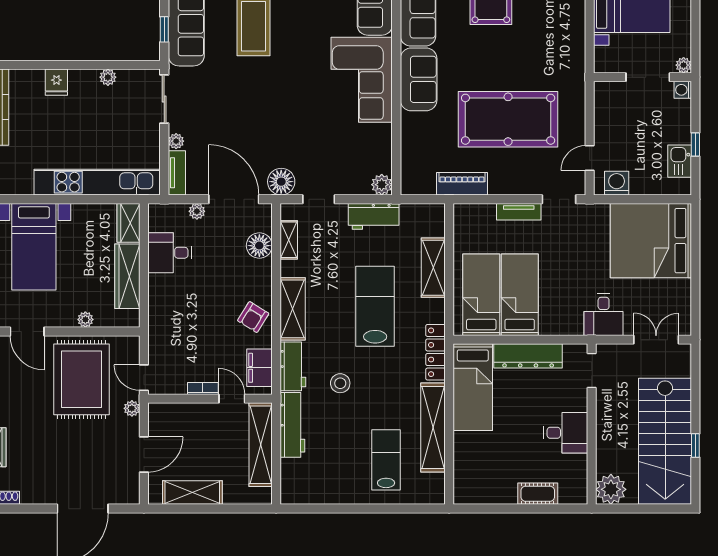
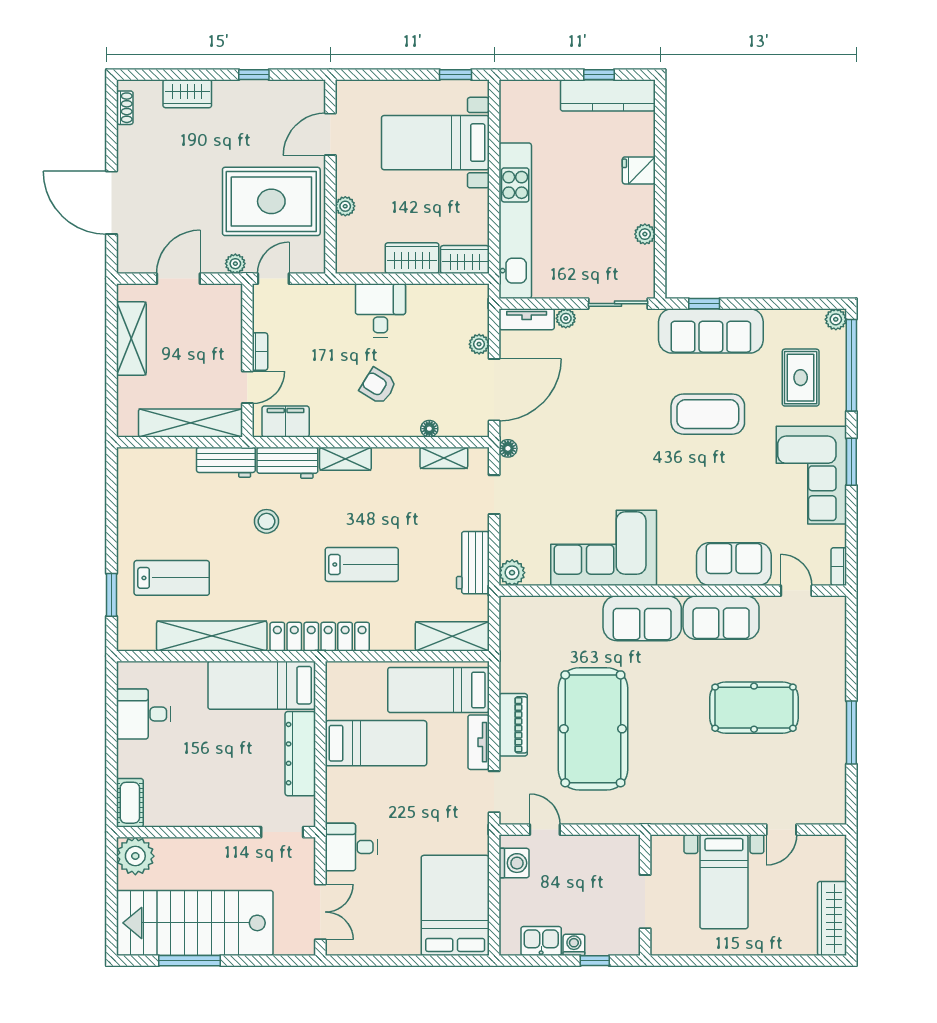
plant: (684, 65) -> (660, 946), removed
corner sofa: (362, 80) -> (604, 548), moved
washing machine: (683, 90) -> (574, 945), moved
window: (695, 144) -> (595, 961), moved
floor lamp: (281, 182) -> (508, 448), width x0.53, depth x0.53
piano: (462, 184) -> (513, 725), moved
bed: (651, 241) -> (455, 905), width x0.73
floor lamp: (259, 246) -> (429, 429), width x0.53, depth x0.53
desk: (170, 253) -> (380, 310), moved
shelving: (433, 268) -> (452, 636), moved
wardrobe: (127, 276) -> (412, 258), width x0.67
bed: (481, 295) -> (438, 690), moved, turned 180
lab bench: (375, 306) -> (362, 564), width x0.73, depth x0.72
shelving: (293, 309) -> (345, 459), width x0.67, depth x0.75
armchair: (253, 317) -> (378, 386), moved
locker: (435, 352) -> (320, 637), width x1.41, depth x1.21
workbench: (292, 425) -> (226, 462), width x0.73
desk: (566, 433) -> (144, 714), moved, turned 90
window: (695, 445) -> (190, 961), width x2.17
door: (144, 454) -> (178, 279), swing flipped
cot: (538, 494) -> (130, 803), moved
window: (400, 509) -> (112, 595), added

